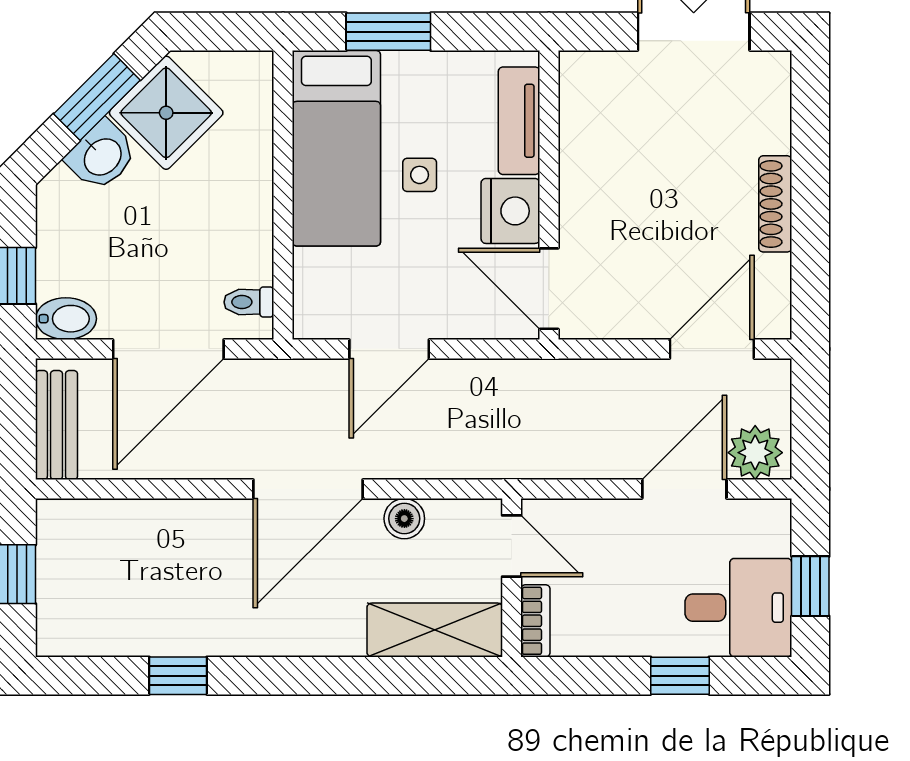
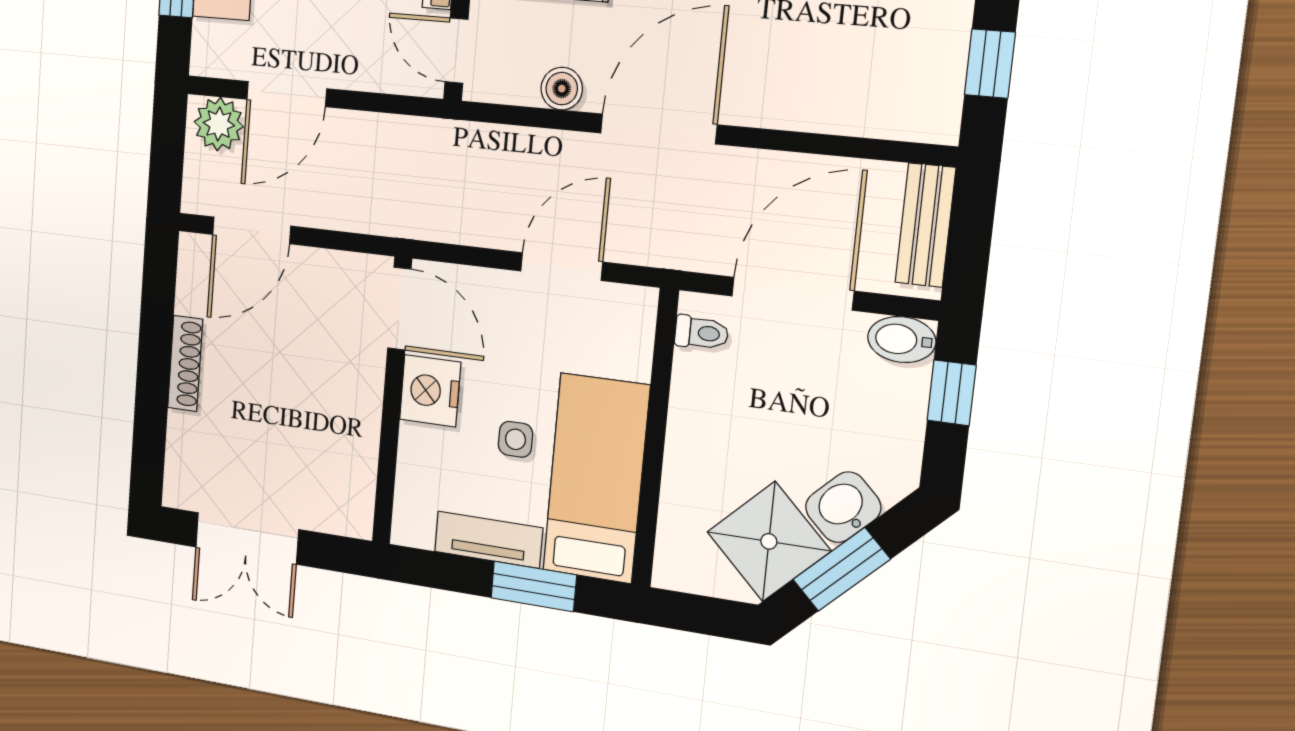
tv unit: (519, 121) -> (488, 540), moved, turned -90

